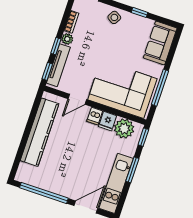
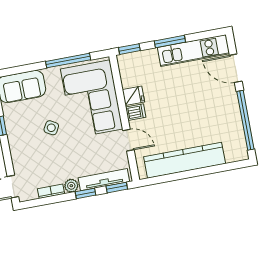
side table: (114, 17) -> (51, 128), moved
plant: (124, 129) -> (132, 74), removed

